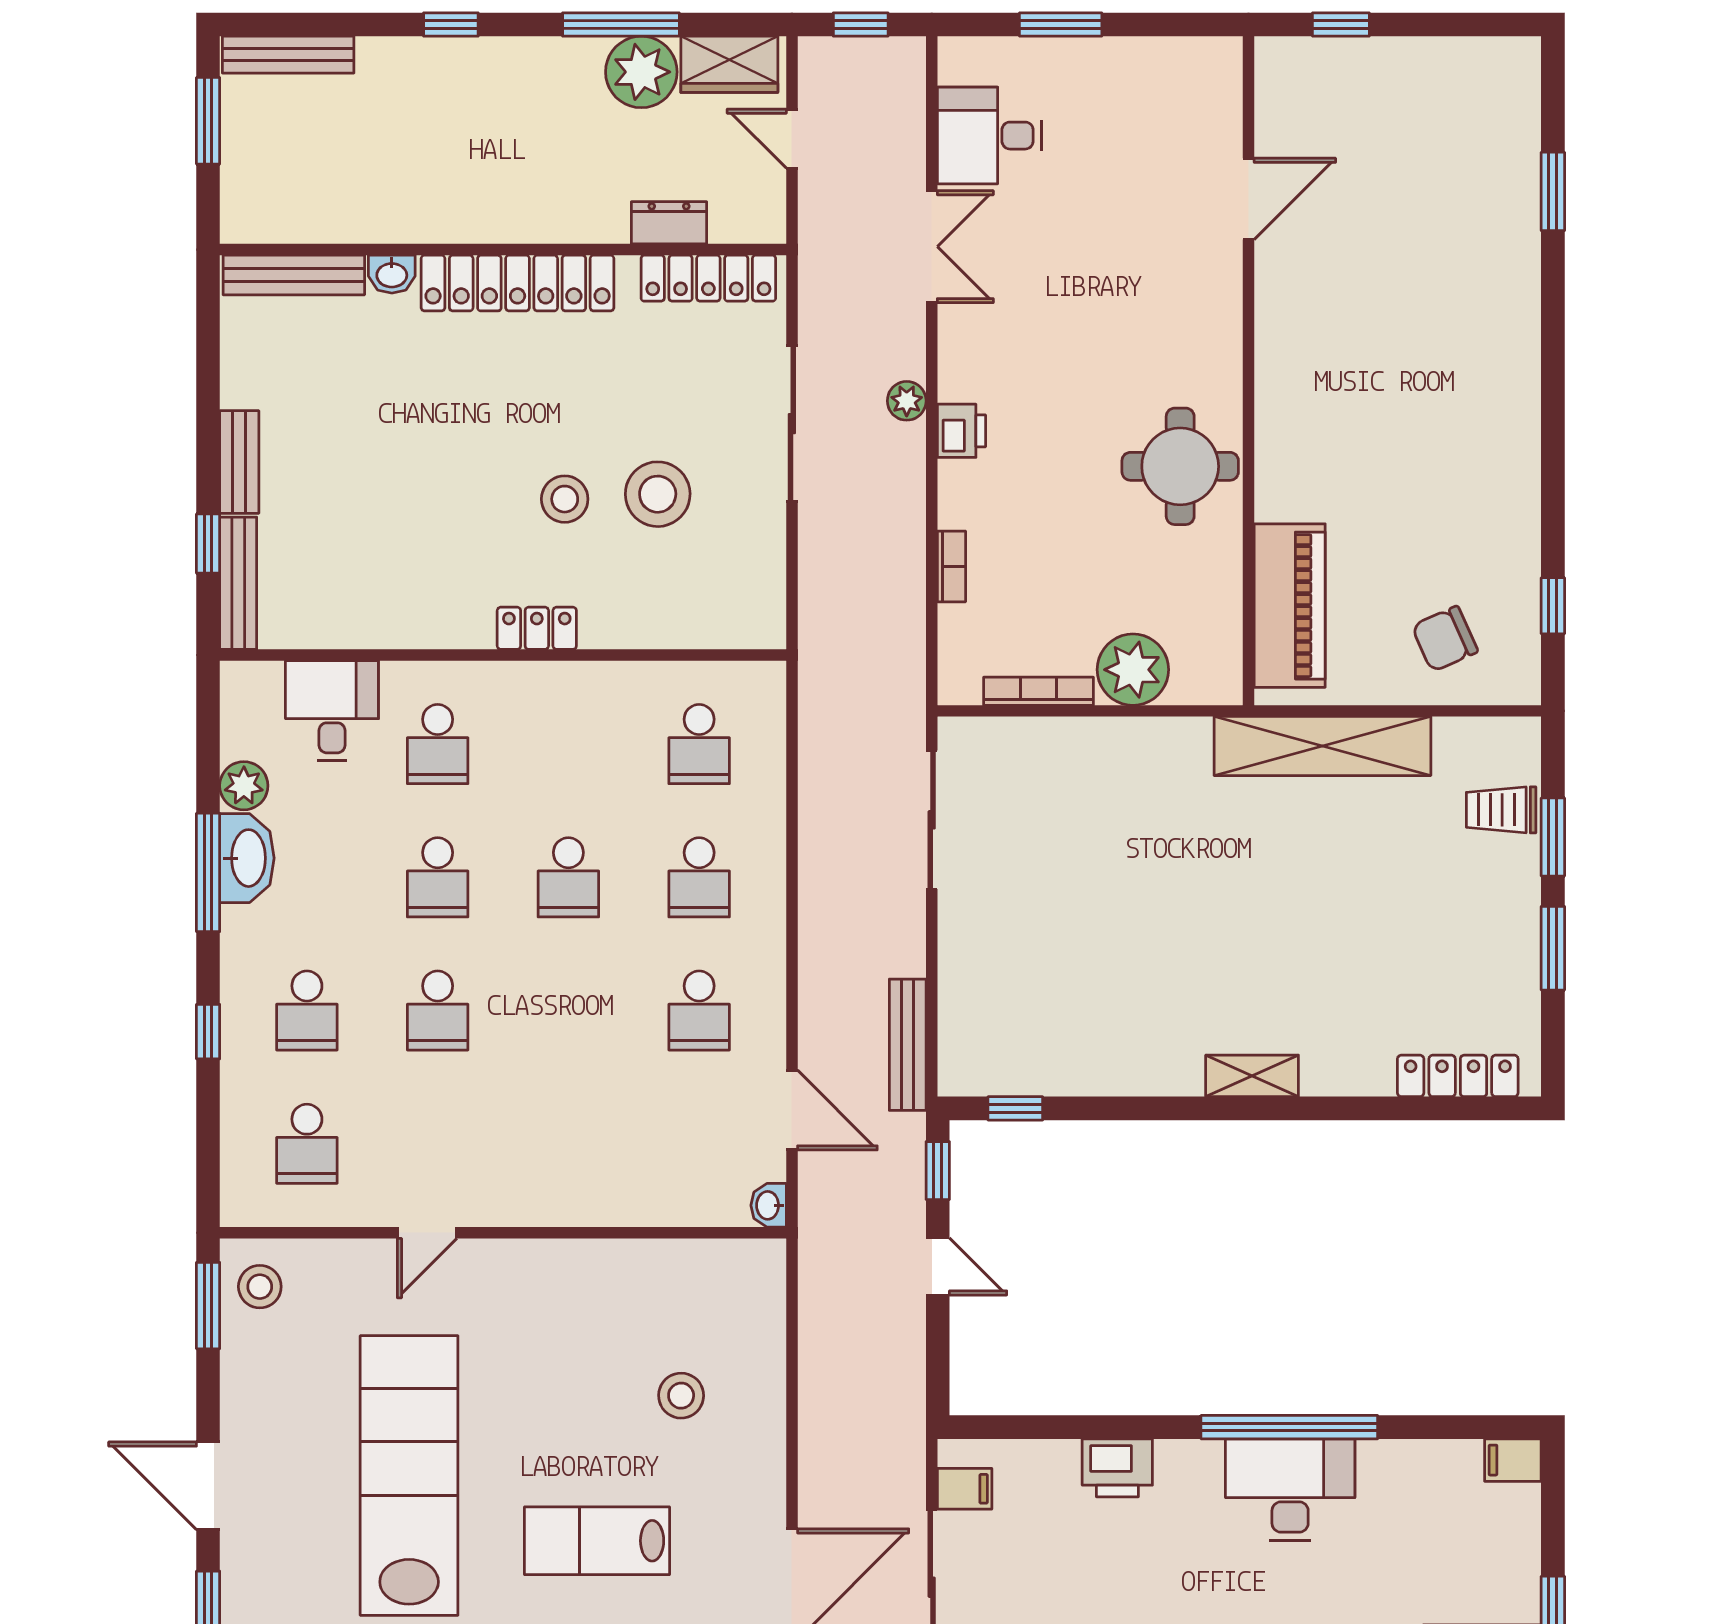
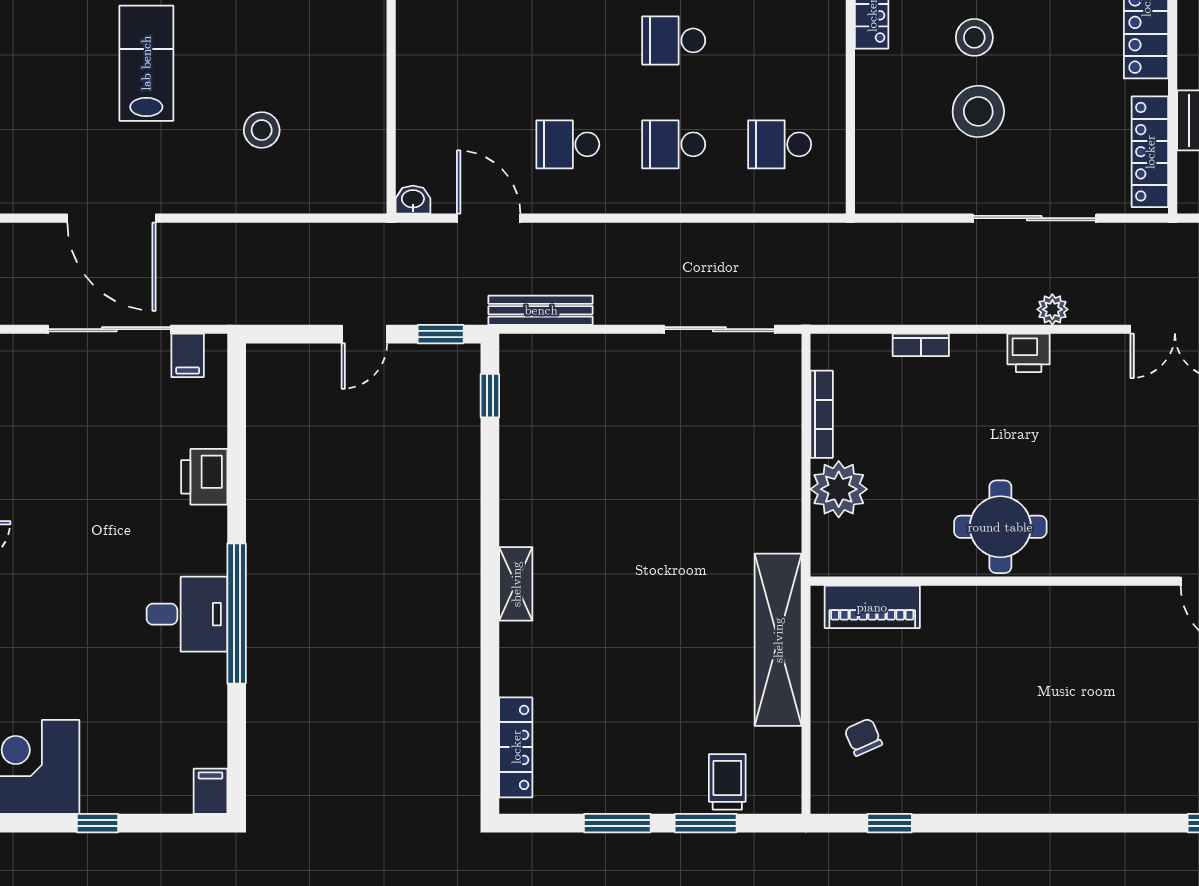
piano: (1290, 606) -> (872, 607), width x0.73, depth x0.75
chair: (1445, 639) -> (863, 737), width x0.73, depth x0.73
door: (792, 1110) -> (489, 218), swing flipped
desk: (1290, 1490) -> (187, 614), width x0.73

